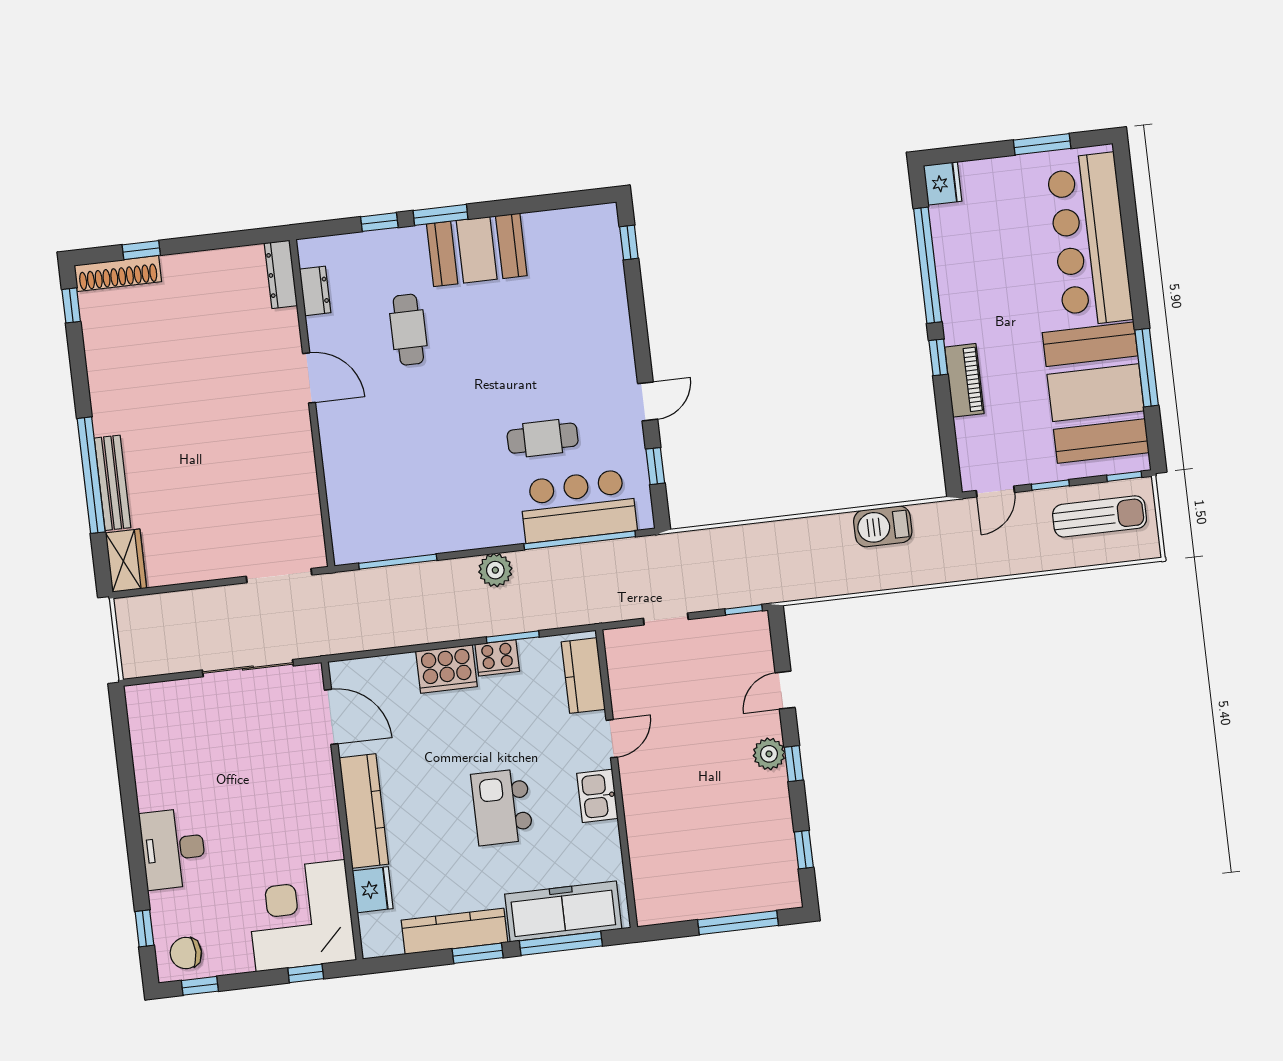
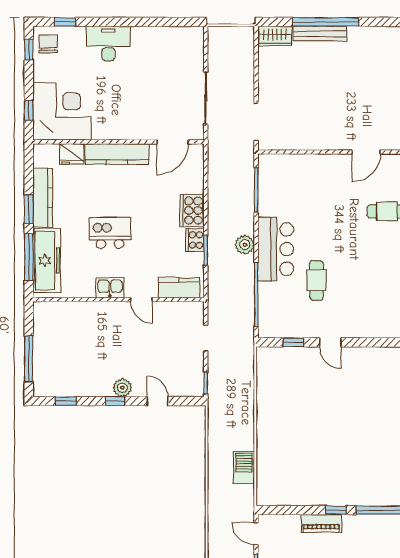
bar counter: (578, 506) -> (276, 249), moved

